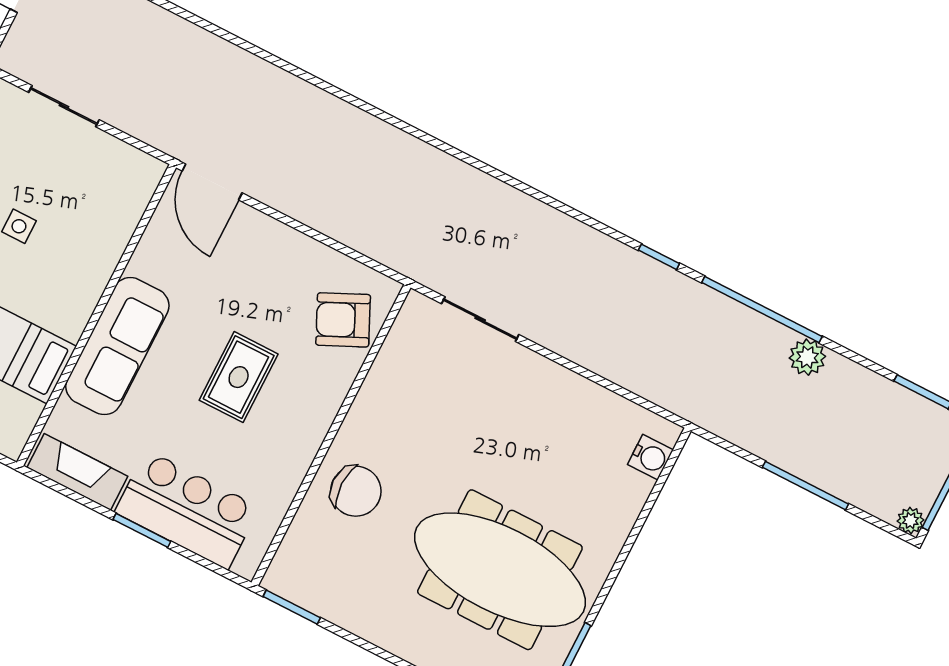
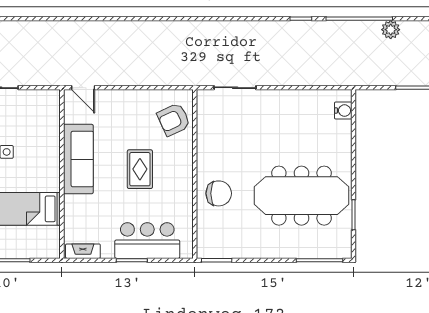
door: (212, 182) -> (83, 88), width x0.73
sofa: (117, 346) -> (78, 159), moved
fireplace: (77, 472) -> (83, 251), width x0.73, depth x0.76

